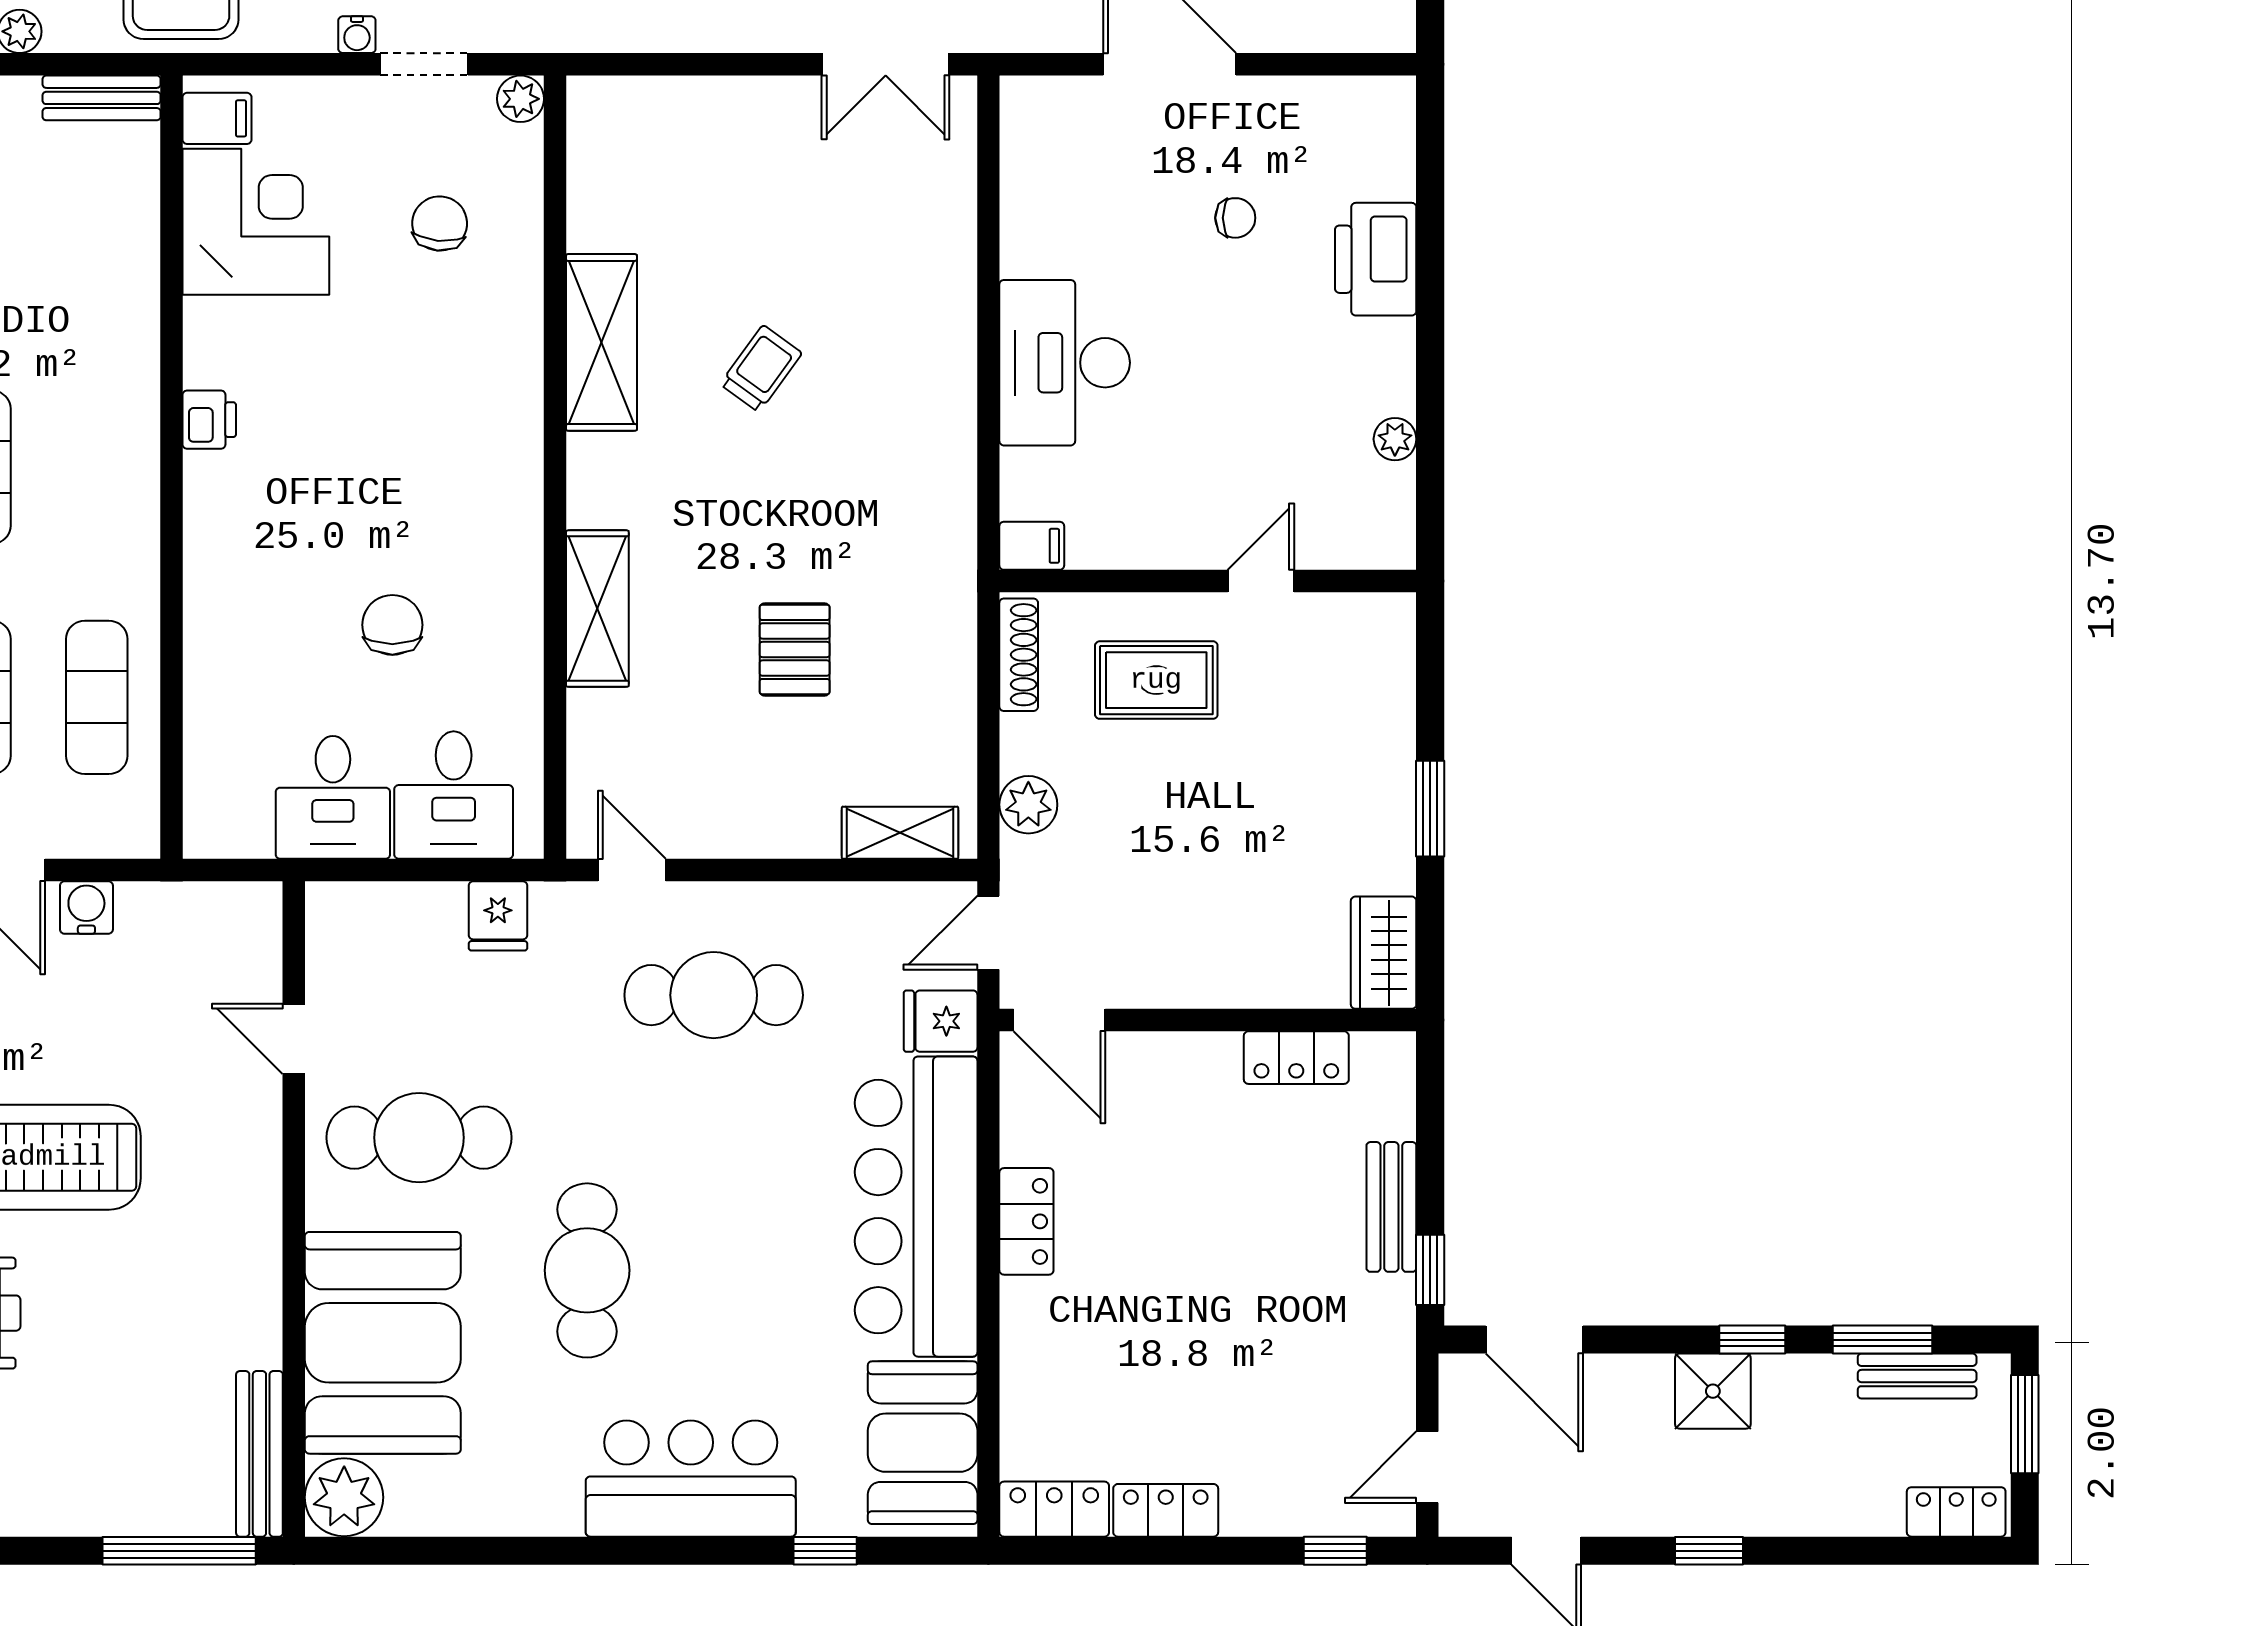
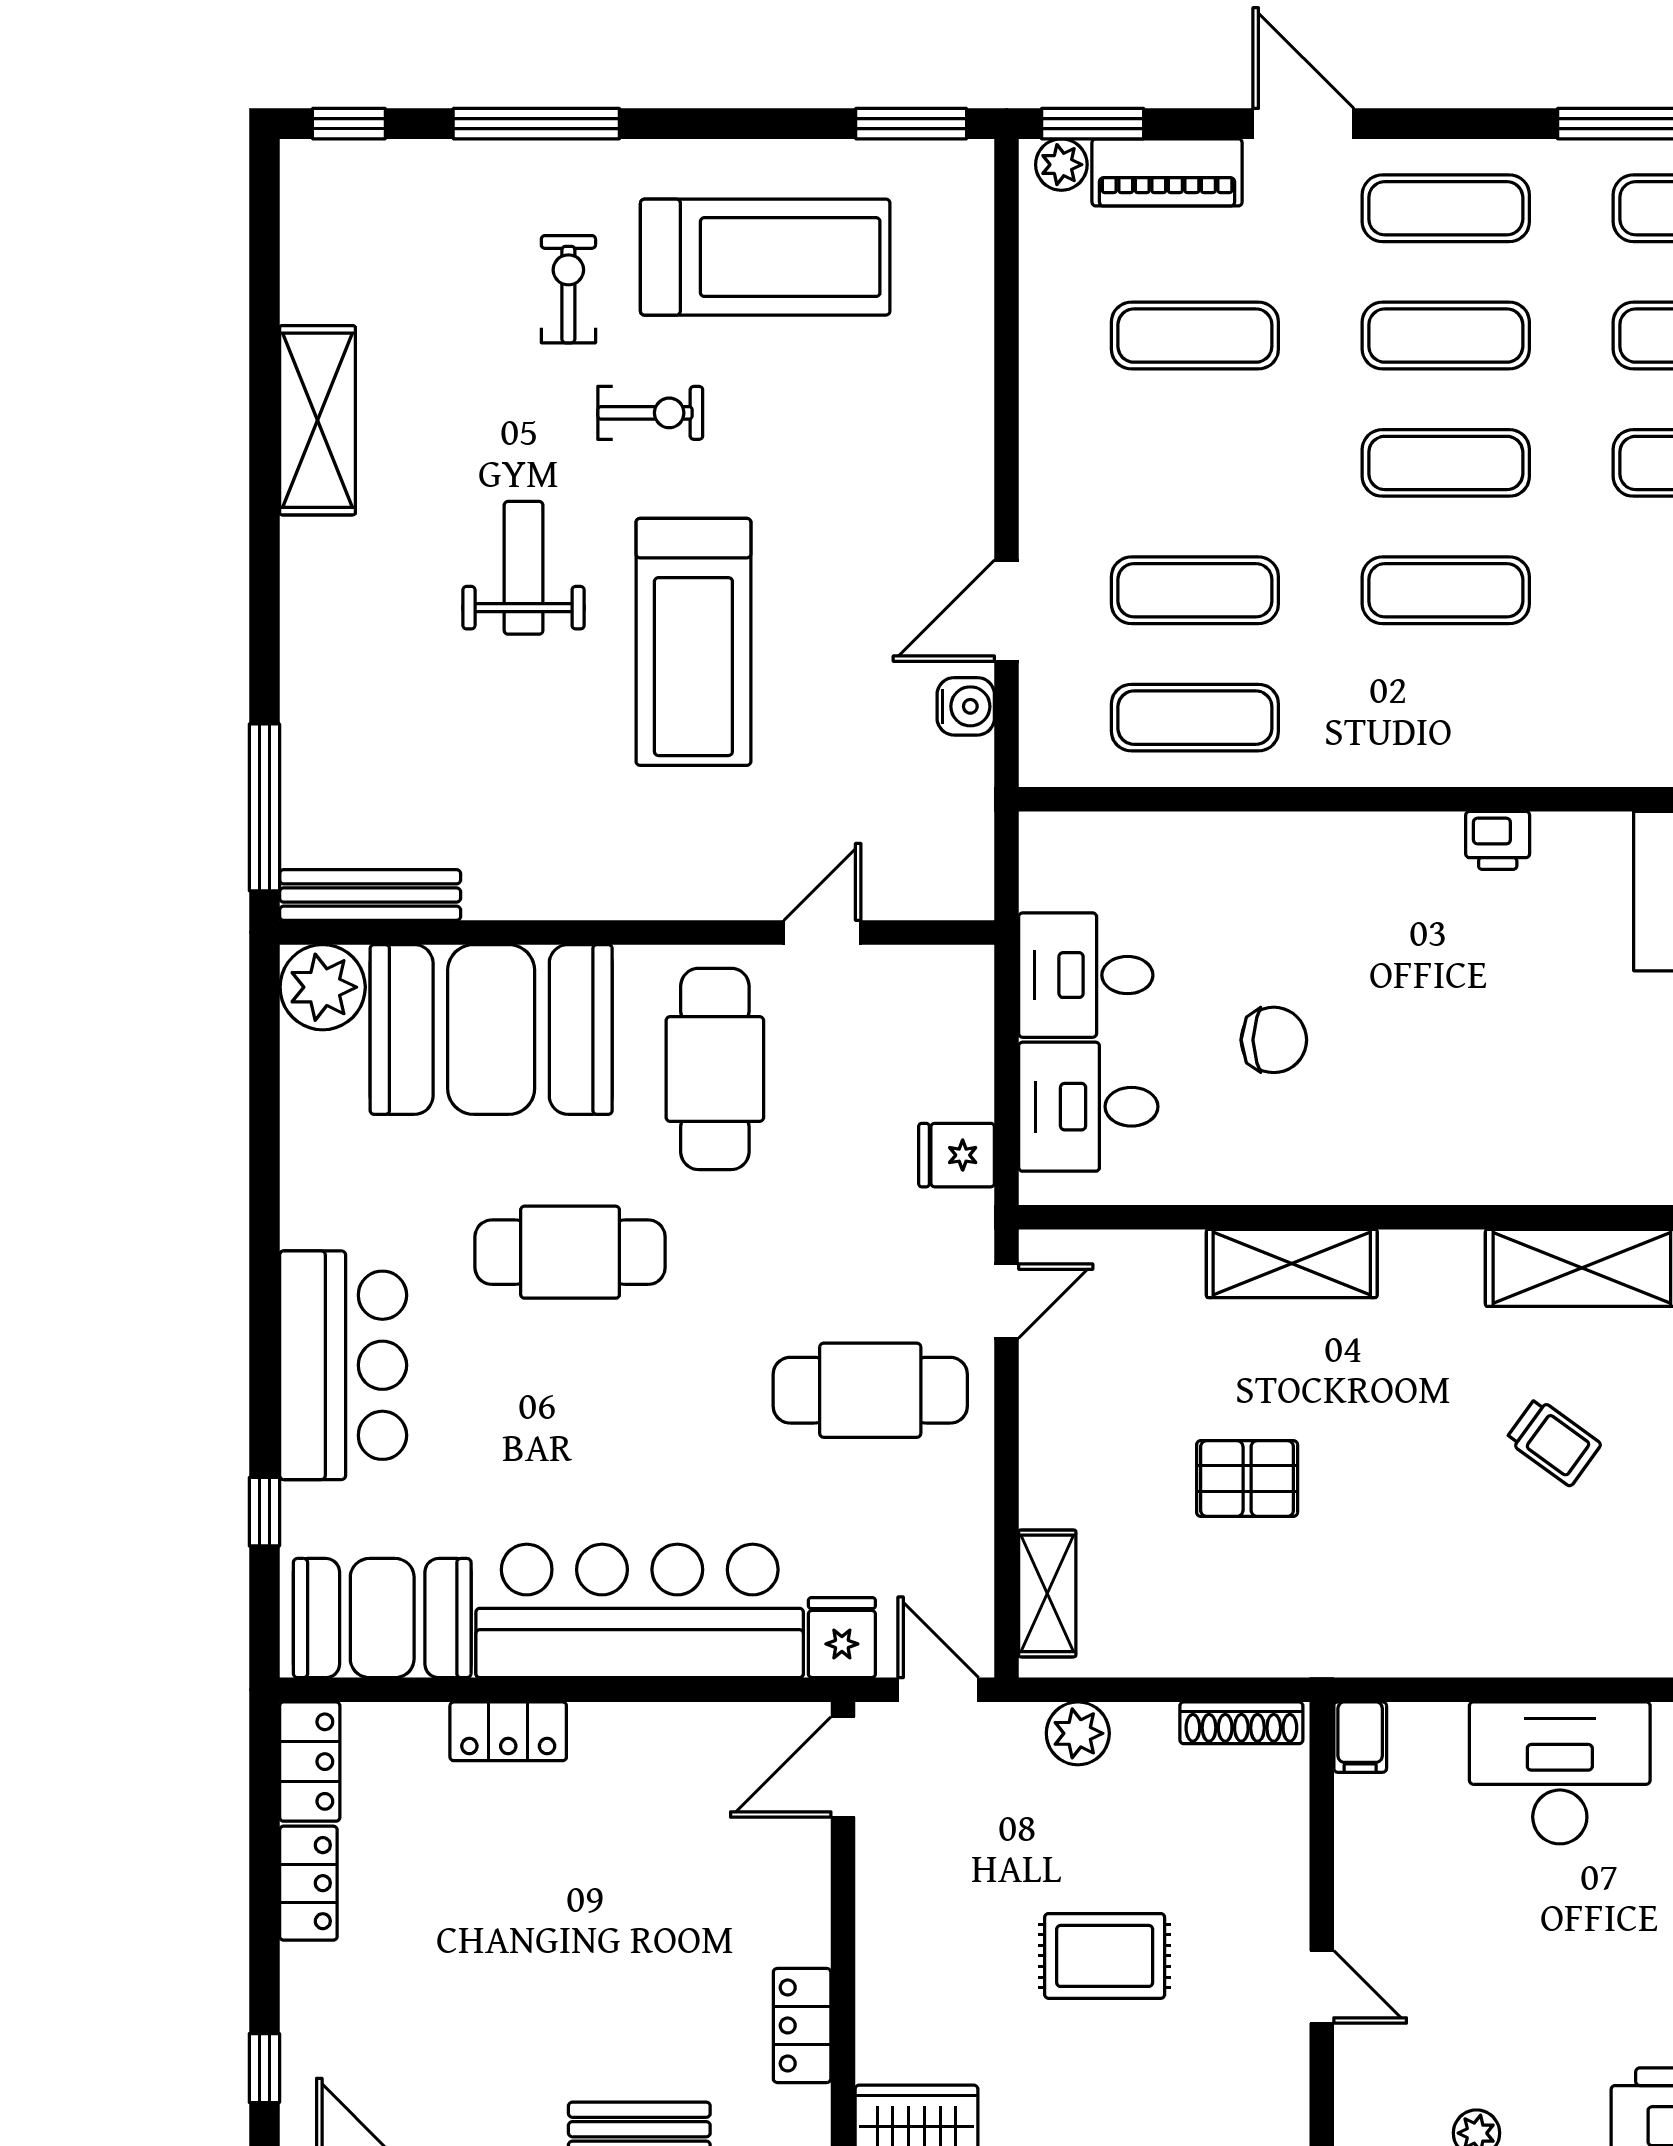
rug: (1156, 680) -> (1105, 1956), moved, turned 90
cafe table: (714, 995) -> (870, 1390), turned 90
locker: (1026, 1221) -> (508, 1731), moved

